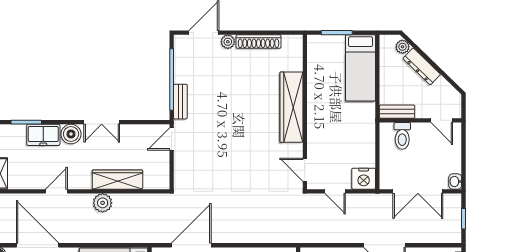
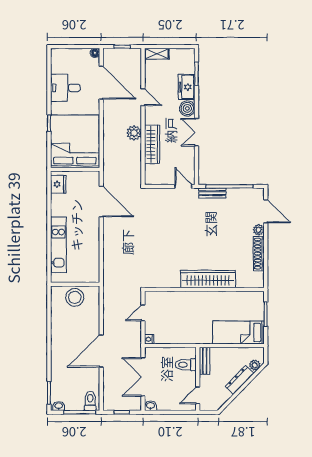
door: (305, 170) -> (160, 289), removed
nightstand: (364, 179) -> (149, 339), width x0.53, depth x0.56
door: (38, 245) -> (101, 83), hinge flipped

